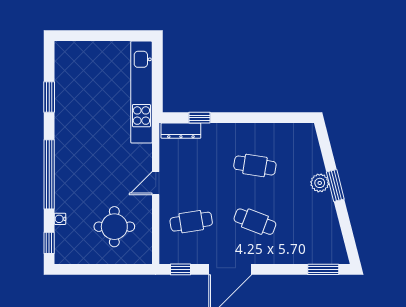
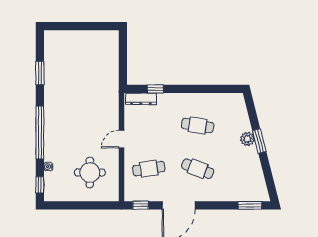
kitchen unit: (141, 92) -> (111, 69), removed

